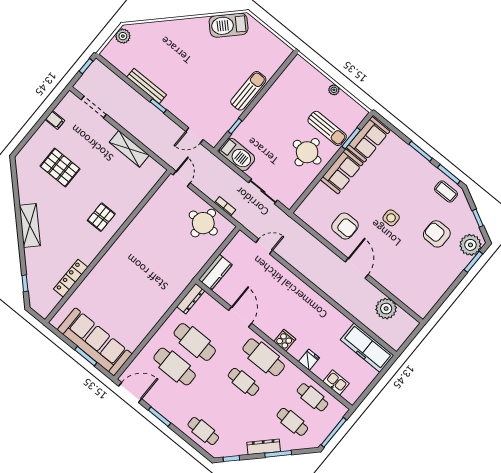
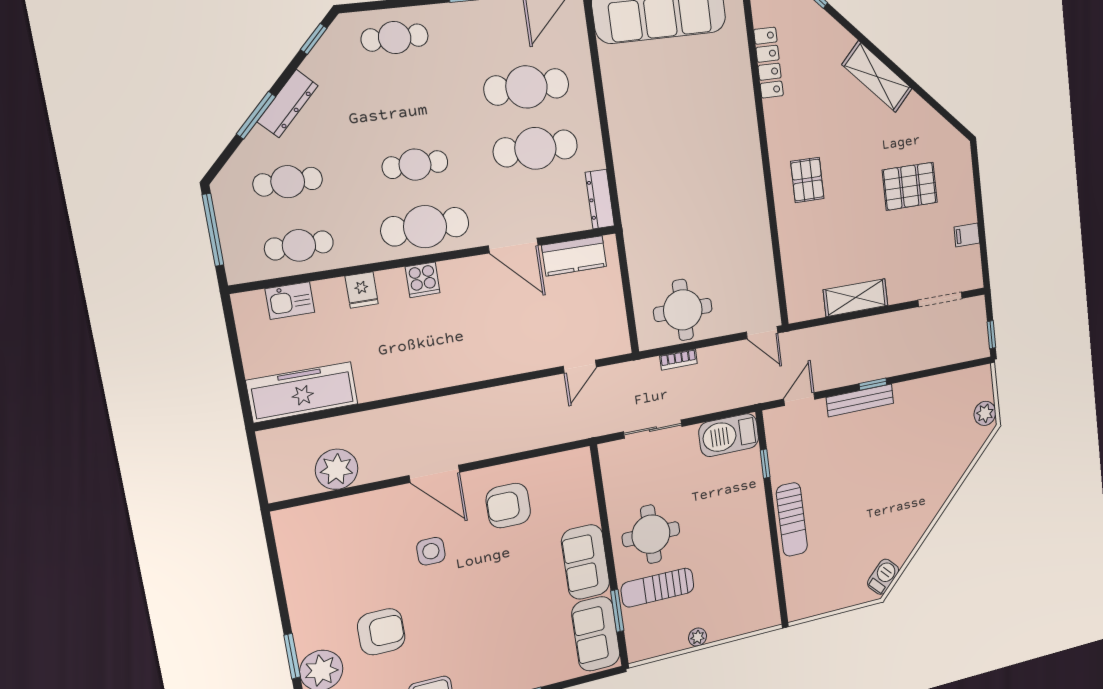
barbecue: (229, 25) -> (883, 577), width x0.53, depth x0.65
bench: (147, 86) -> (860, 400), moved
side table: (391, 218) -> (431, 551), moved
kitchen counter: (215, 272) -> (574, 256), moved, turned -90

